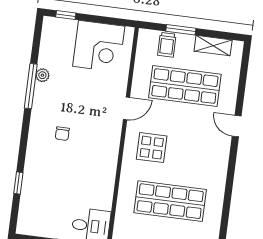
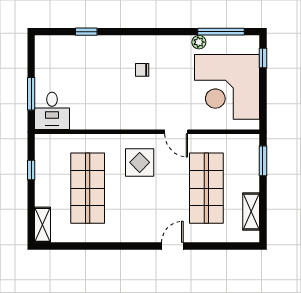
window: (181, 30) -> (263, 161), moved
trolley: (167, 45) -> (246, 164), removed
corner desk: (99, 46) -> (227, 87), width x1.36, depth x1.36
window: (31, 86) -> (221, 32), moved

